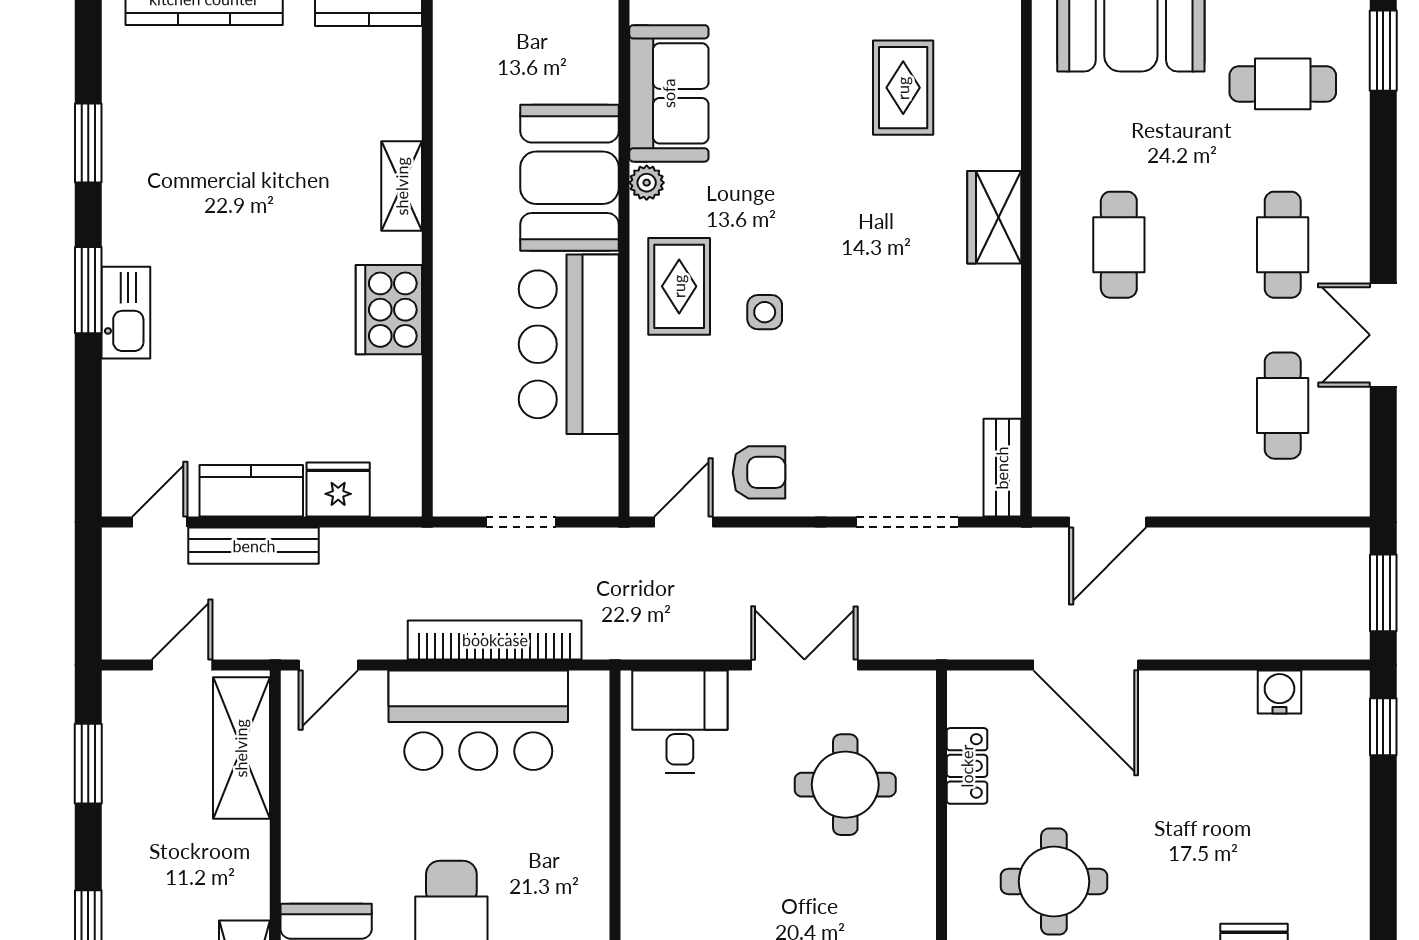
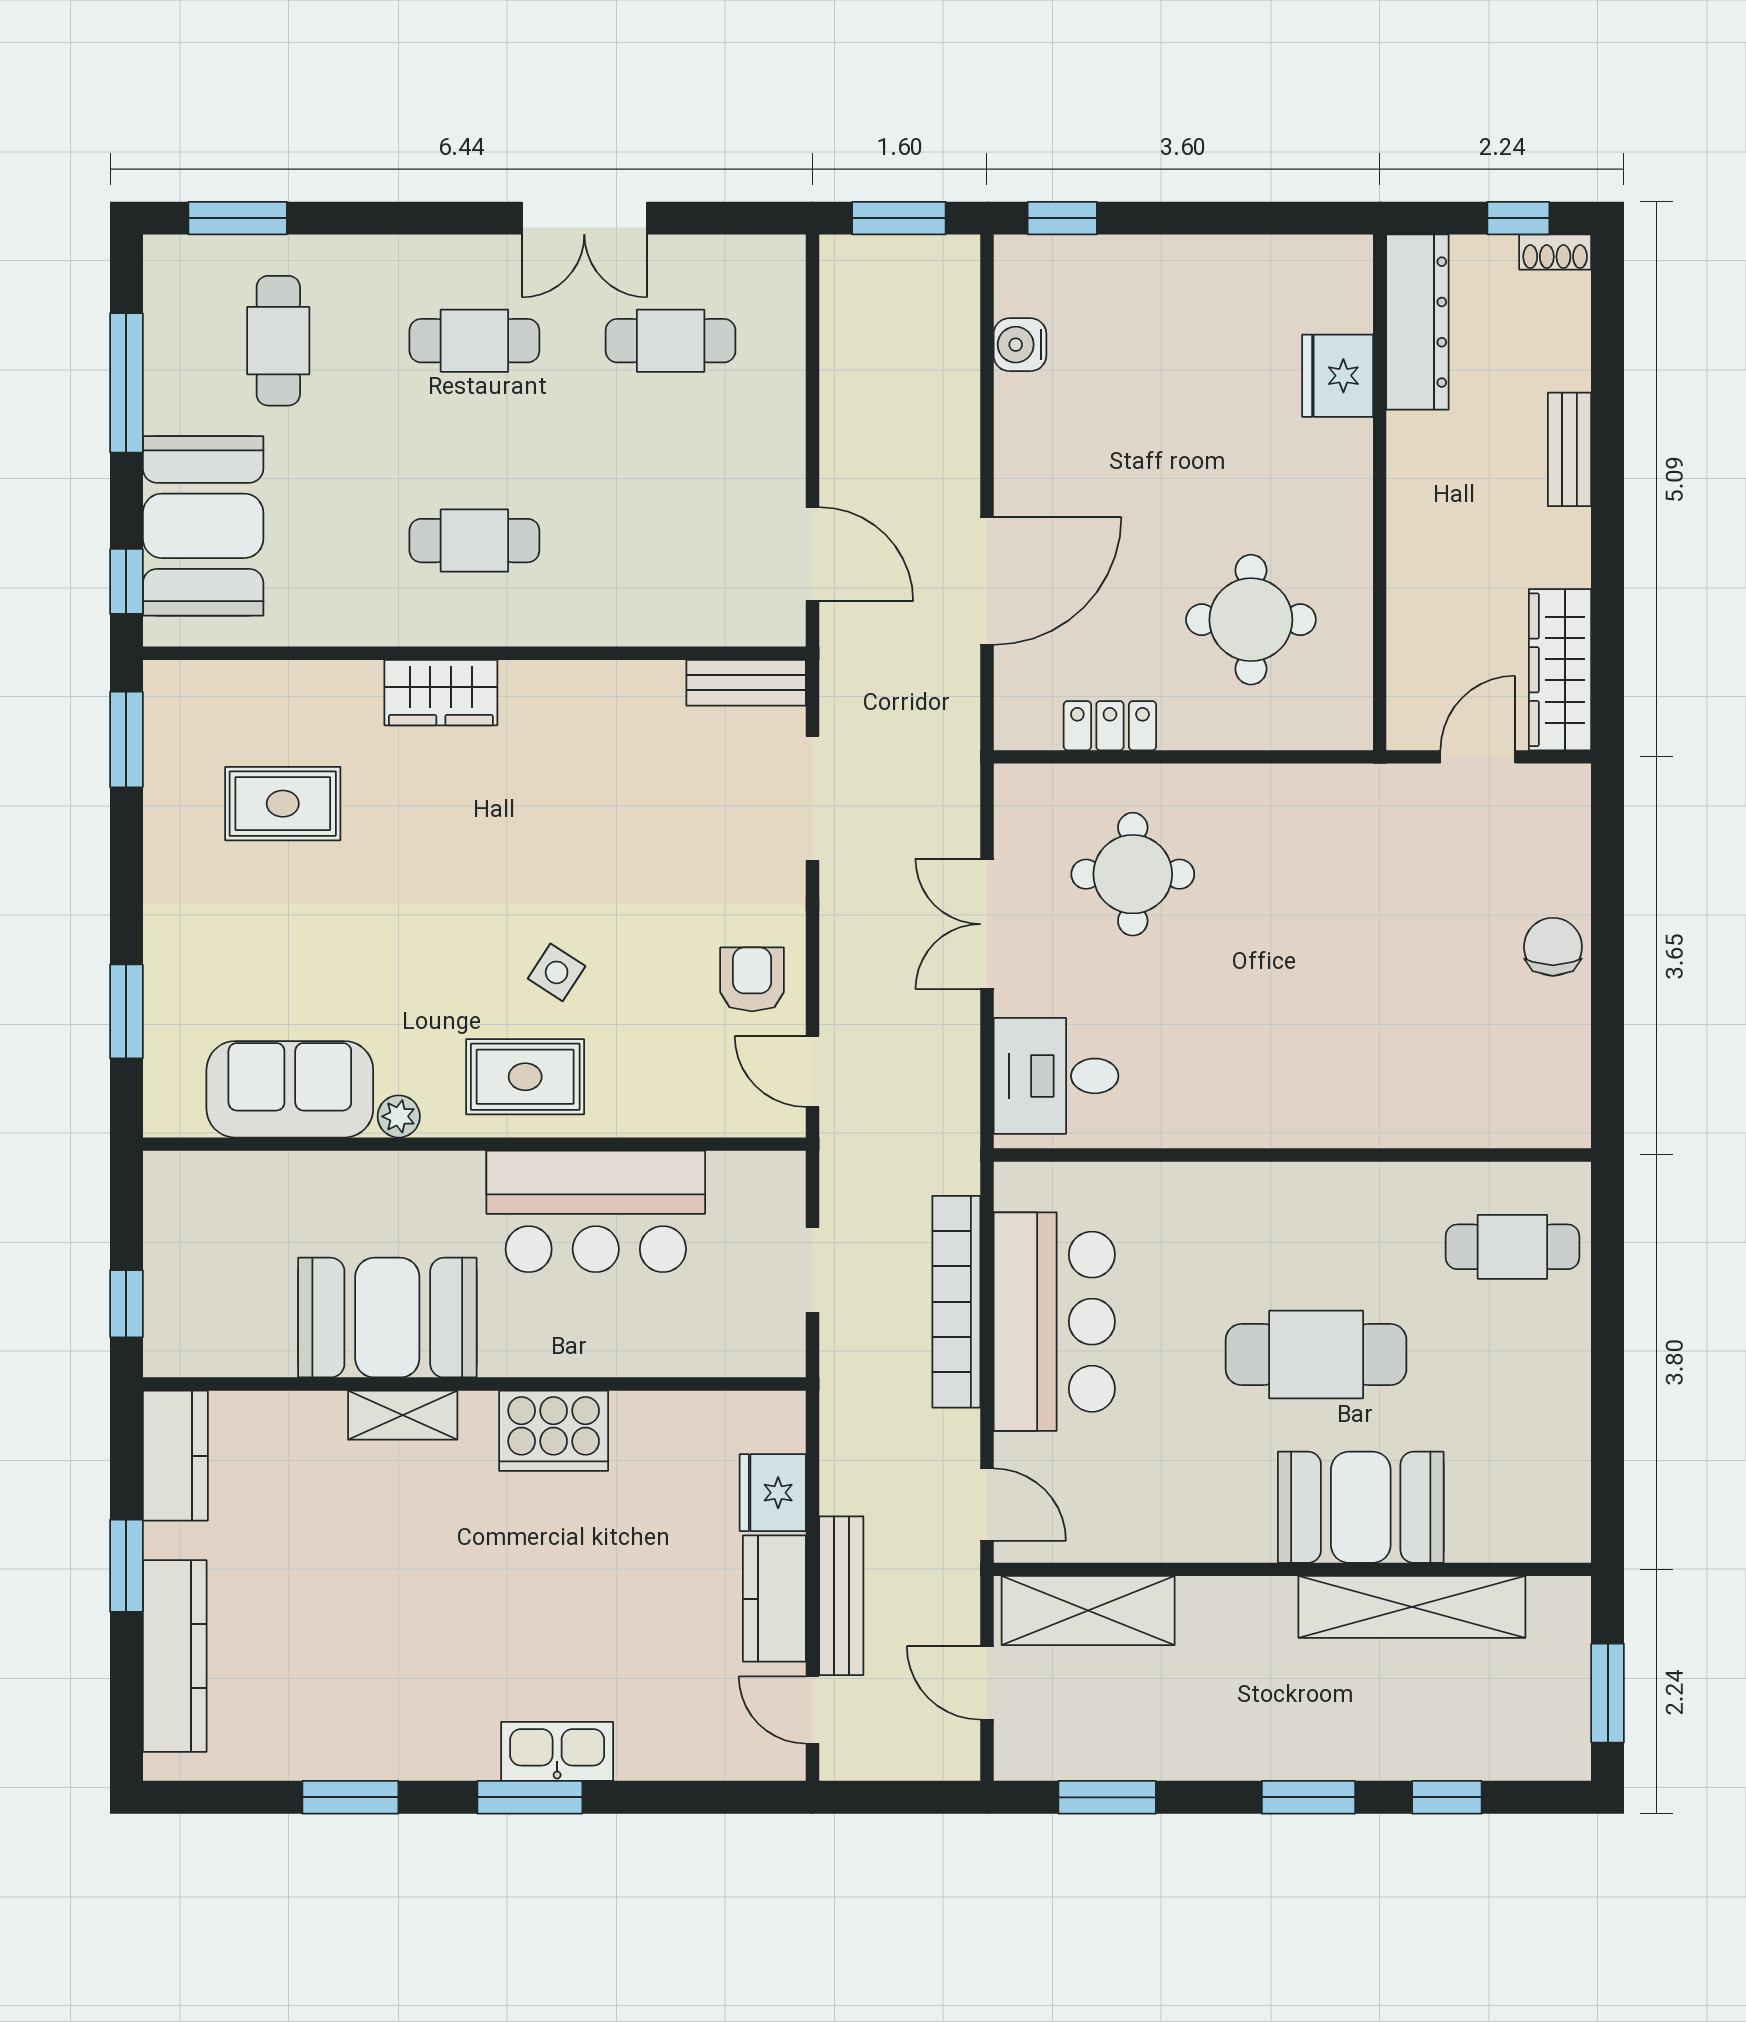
booth: (569, 178) -> (387, 1318), moved
side table: (765, 312) -> (557, 972), turned 33

